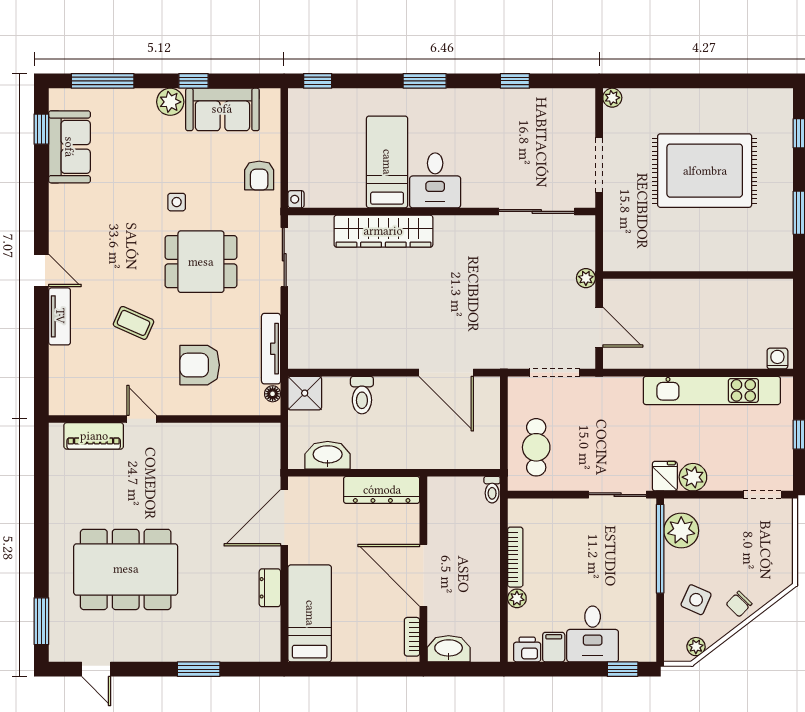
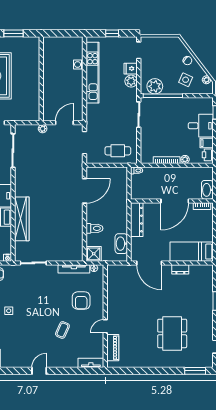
dining table: (201, 262) -> (35, 300), removed
tv unit: (60, 316) -> (91, 363), moved
washing machine: (777, 359) -> (78, 65), moved
fridge: (665, 476) -> (131, 69), moved
dining table: (126, 569) -> (172, 333), width x0.73, depth x0.80

